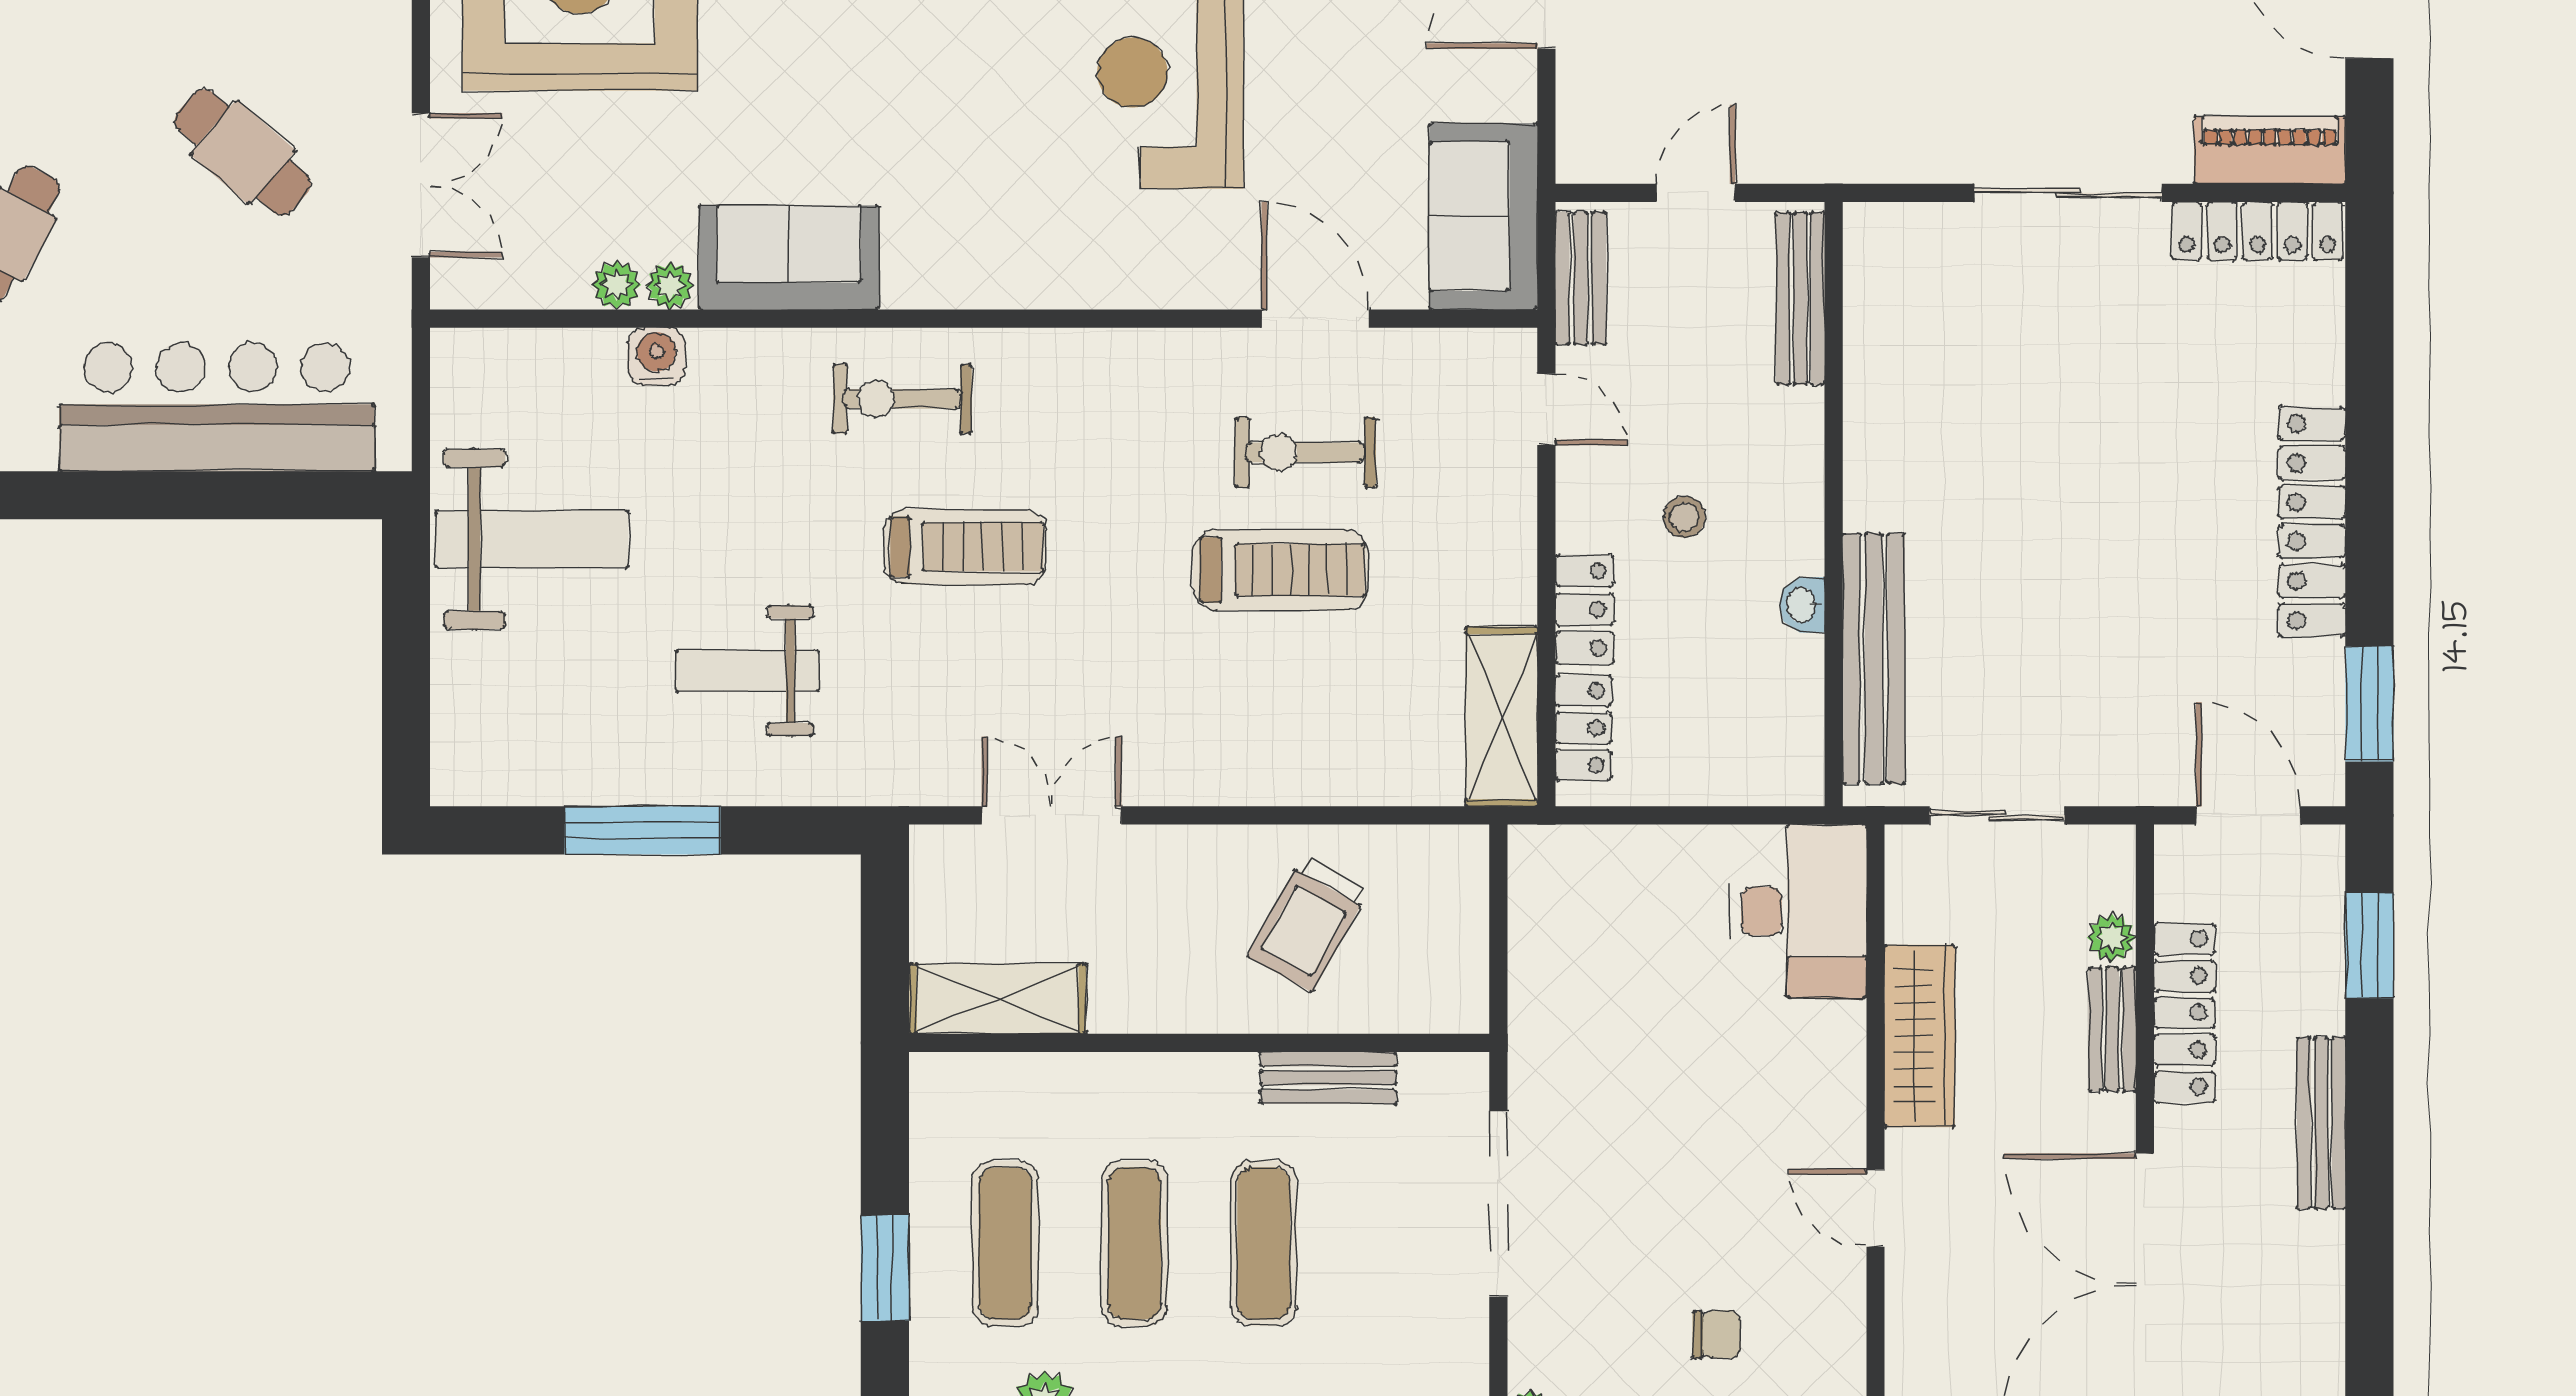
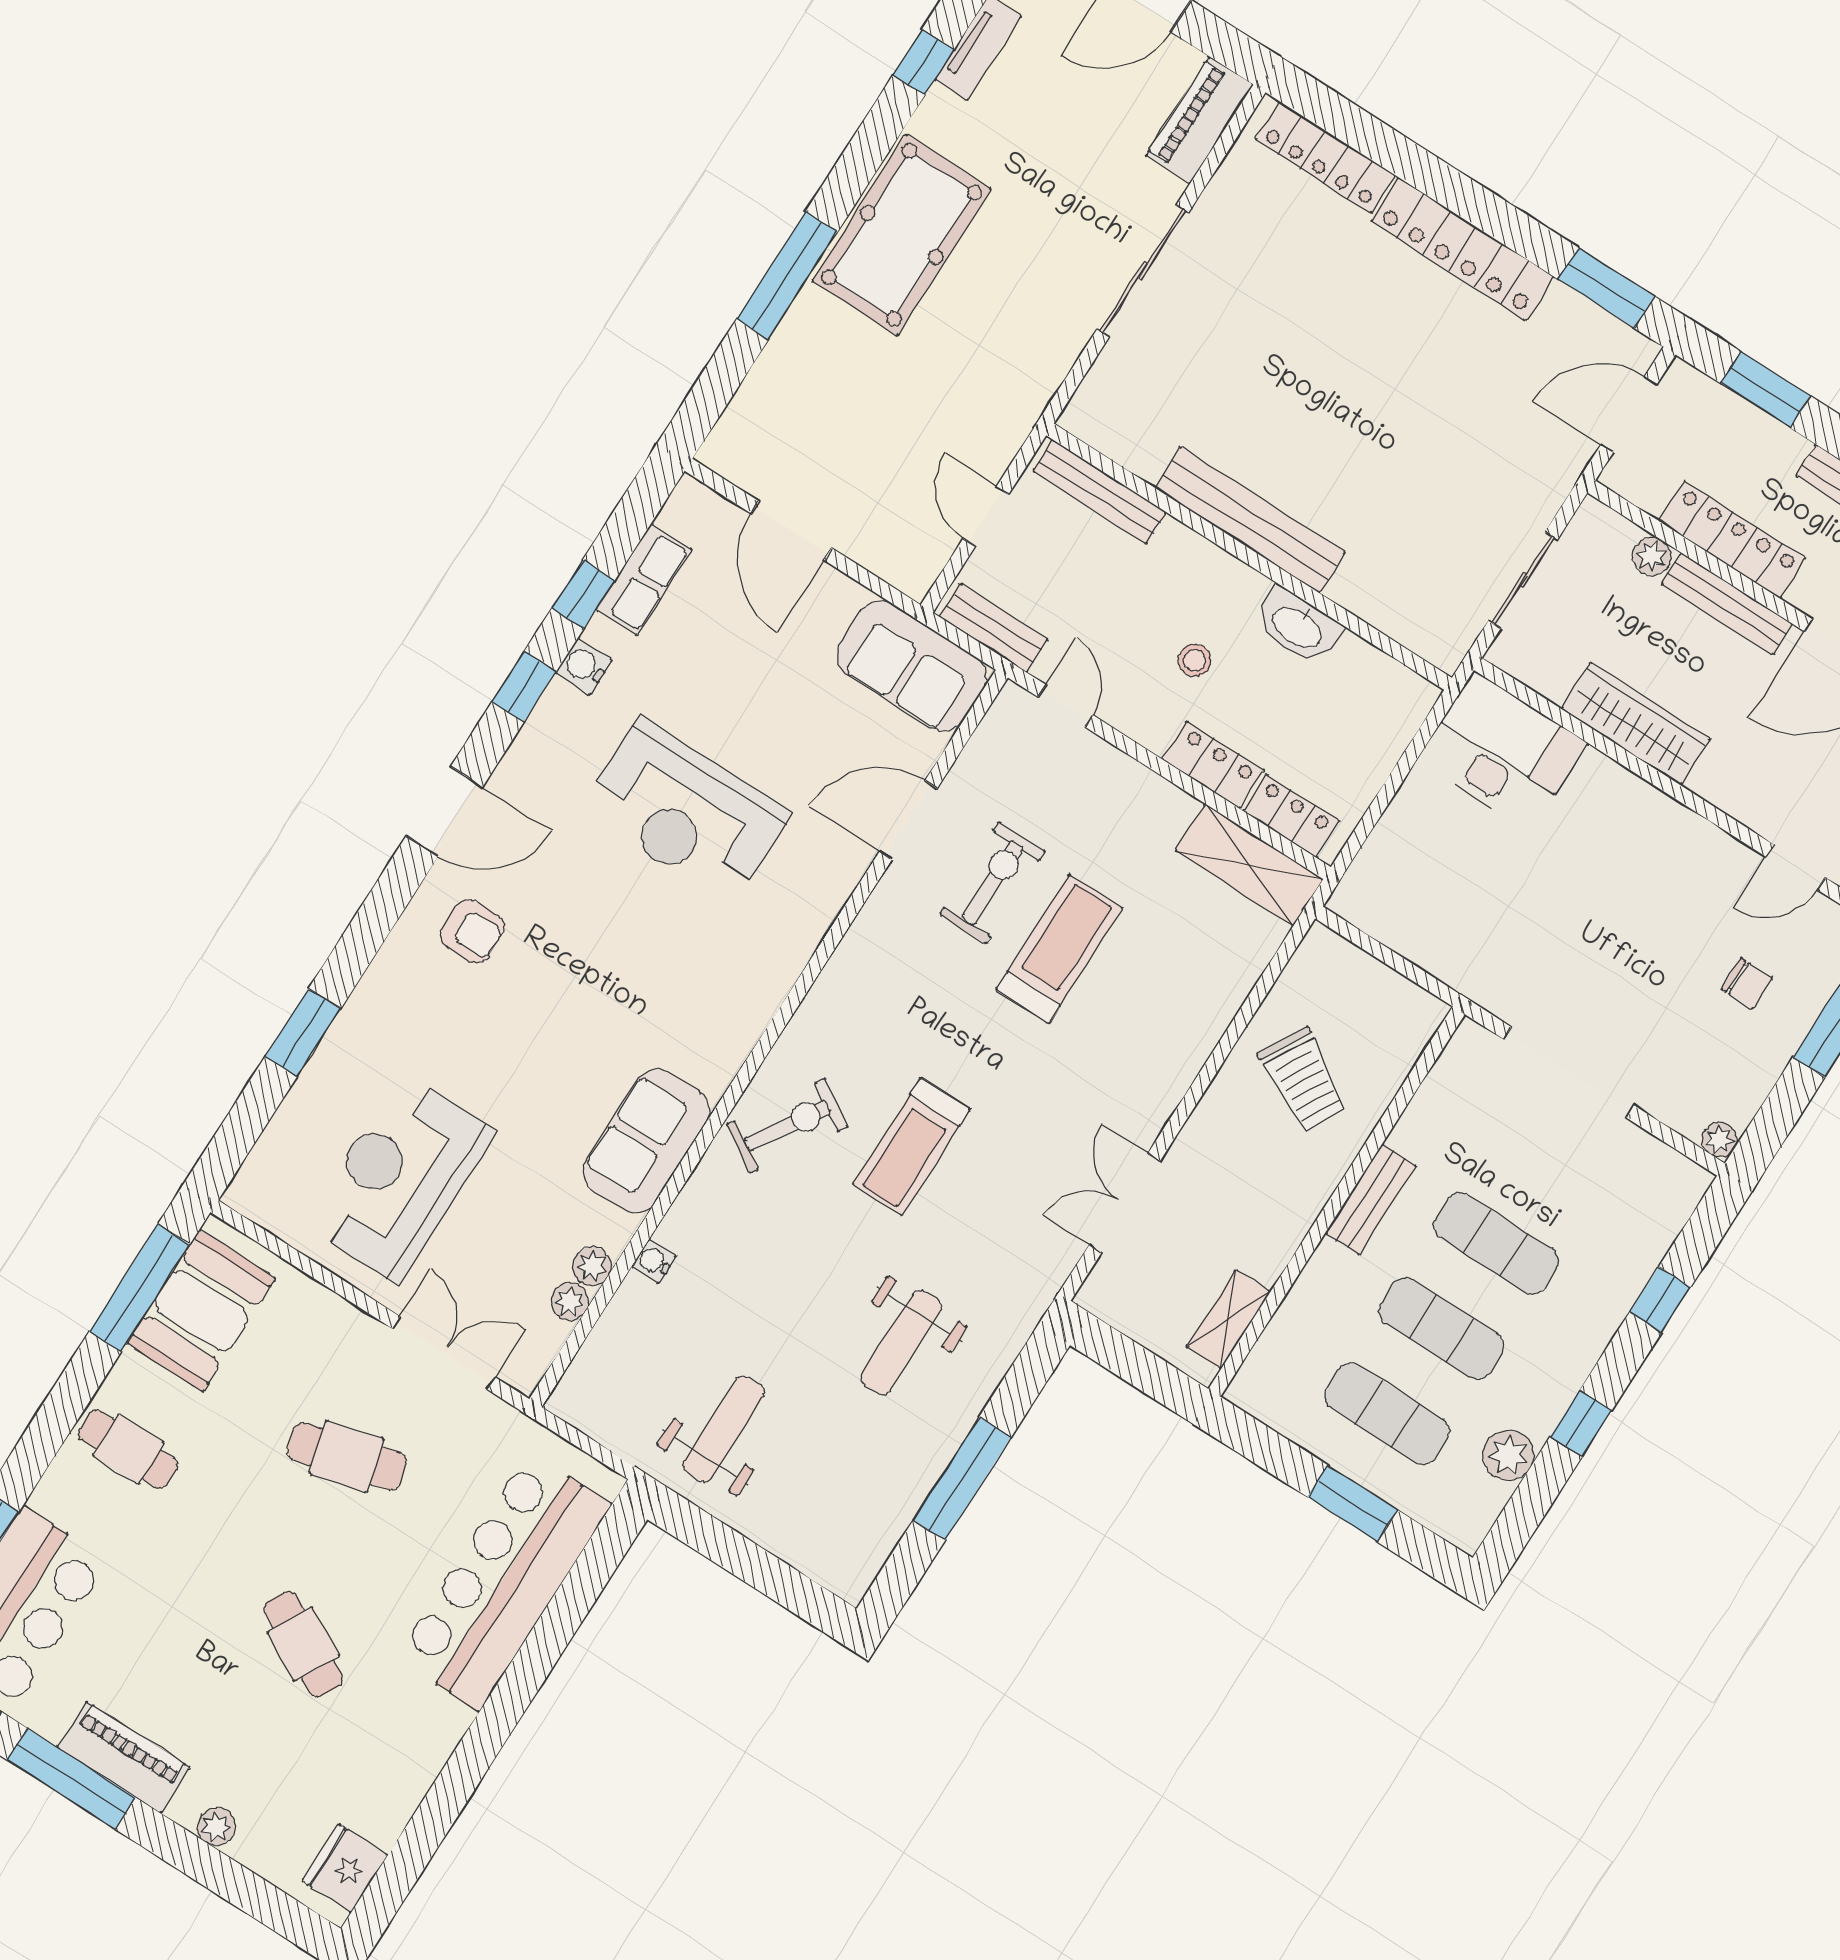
cafe table: (243, 152) -> (347, 1456), turned 34
locker: (2257, 231) -> (1325, 157), moved, turned 90
plant: (670, 286) -> (570, 1302), moved
water cooler: (656, 356) -> (654, 1261), width x0.72, depth x0.72
exercise bike: (902, 399) -> (787, 1126), turned -148
door: (1546, 409) -> (1066, 706), hinge flipped
exercise bike: (1305, 452) -> (992, 883), turned 180
weight bench: (532, 539) -> (724, 1429), width x0.73, depth x0.75
treadmill: (965, 547) -> (911, 1147), turned 180
washbasin: (1802, 605) -> (1298, 626), width x1.91, depth x1.45
bench: (1874, 658) -> (1250, 520), moved
shelving: (998, 999) -> (1228, 1319), width x0.67, depth x0.75
bench: (2112, 1029) -> (1727, 604), width x1.36
bench: (1328, 1078) -> (1371, 1199), moved
door: (1876, 1208) -> (1796, 867), moved
chair: (1717, 1334) -> (1747, 983), turned 90

